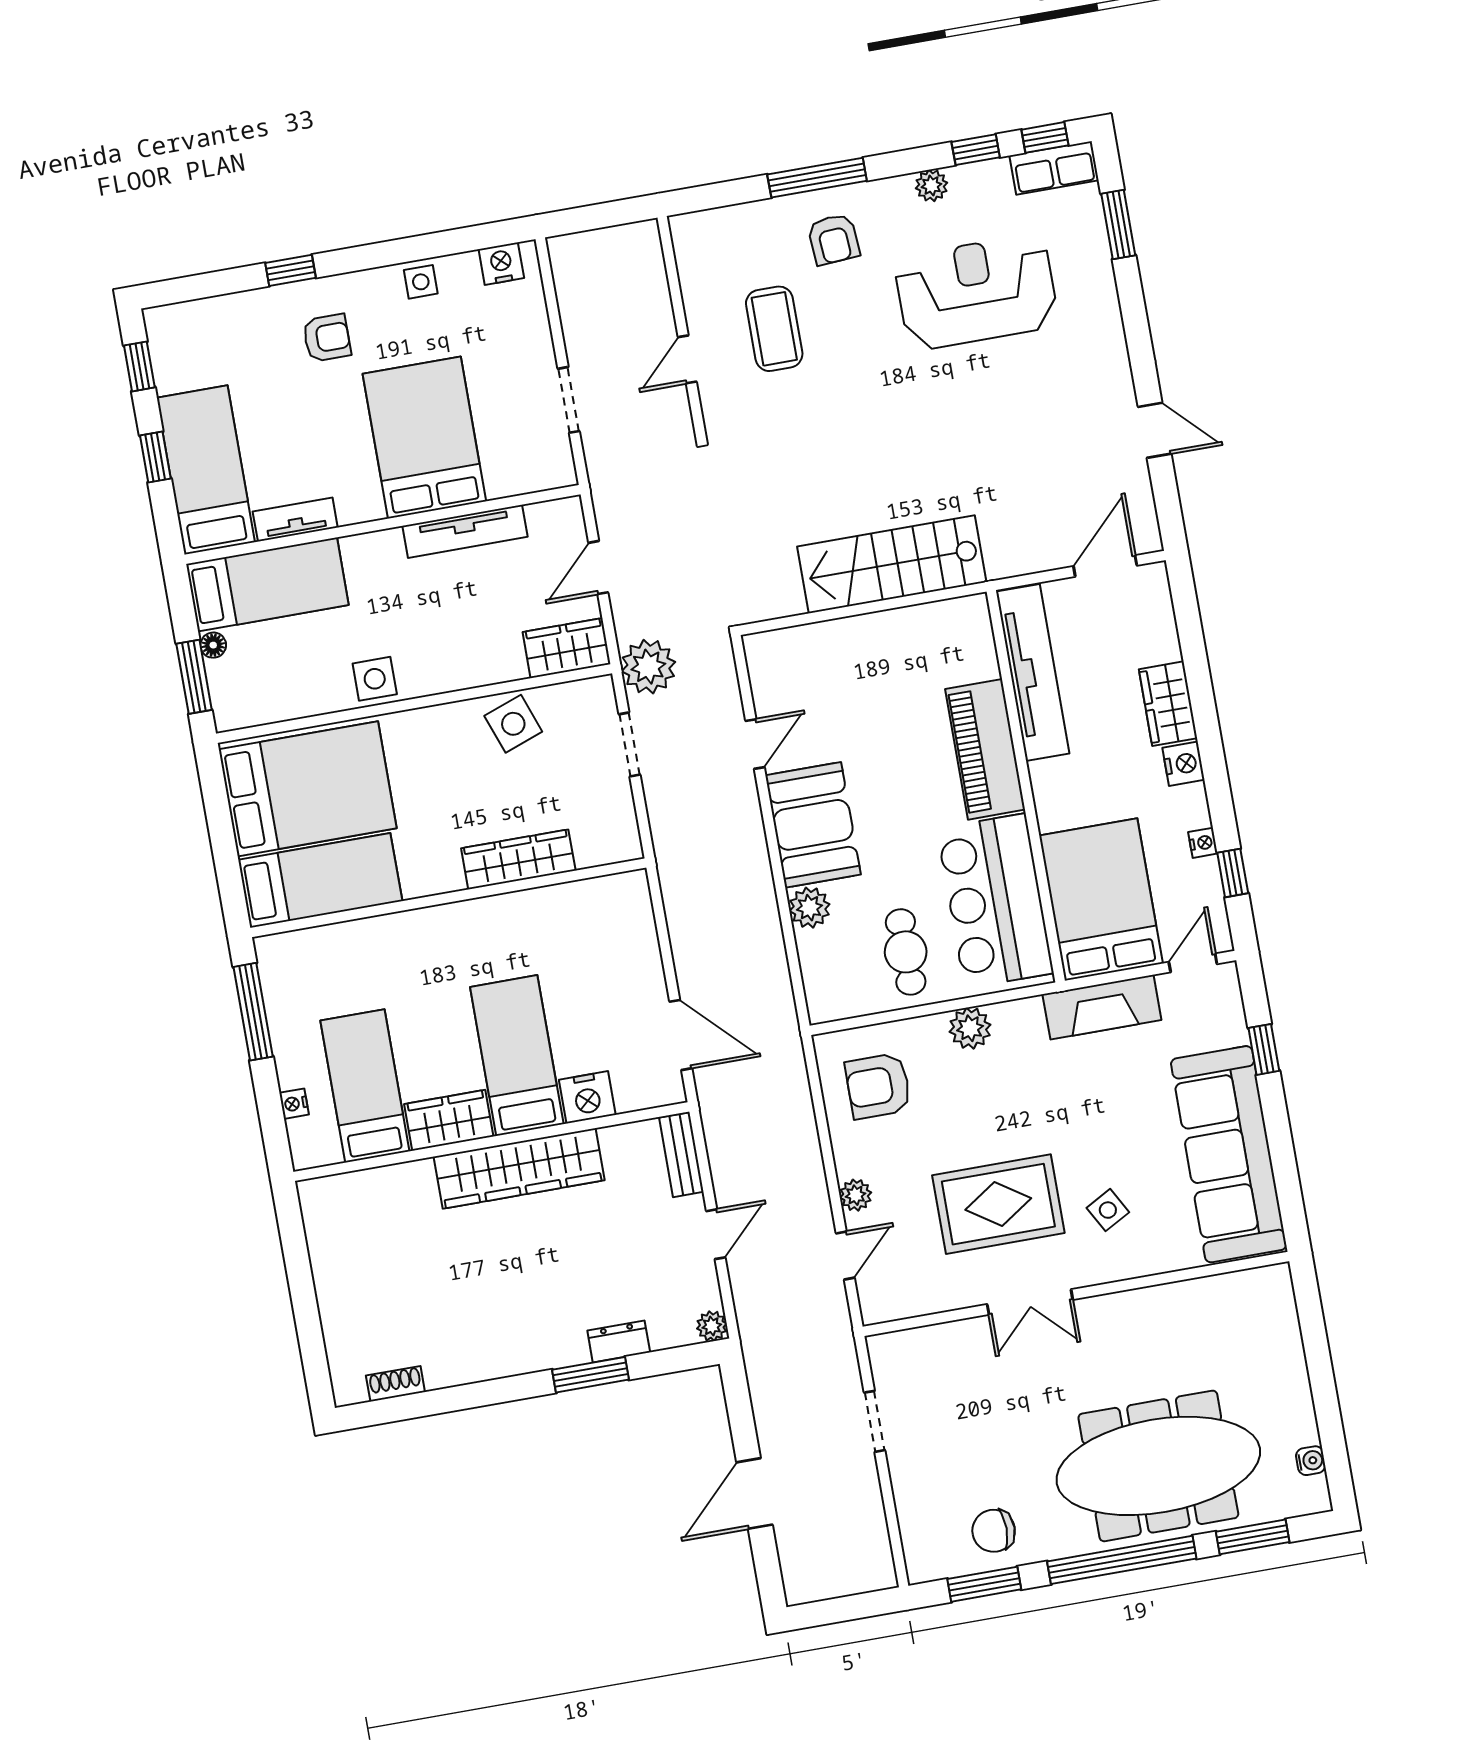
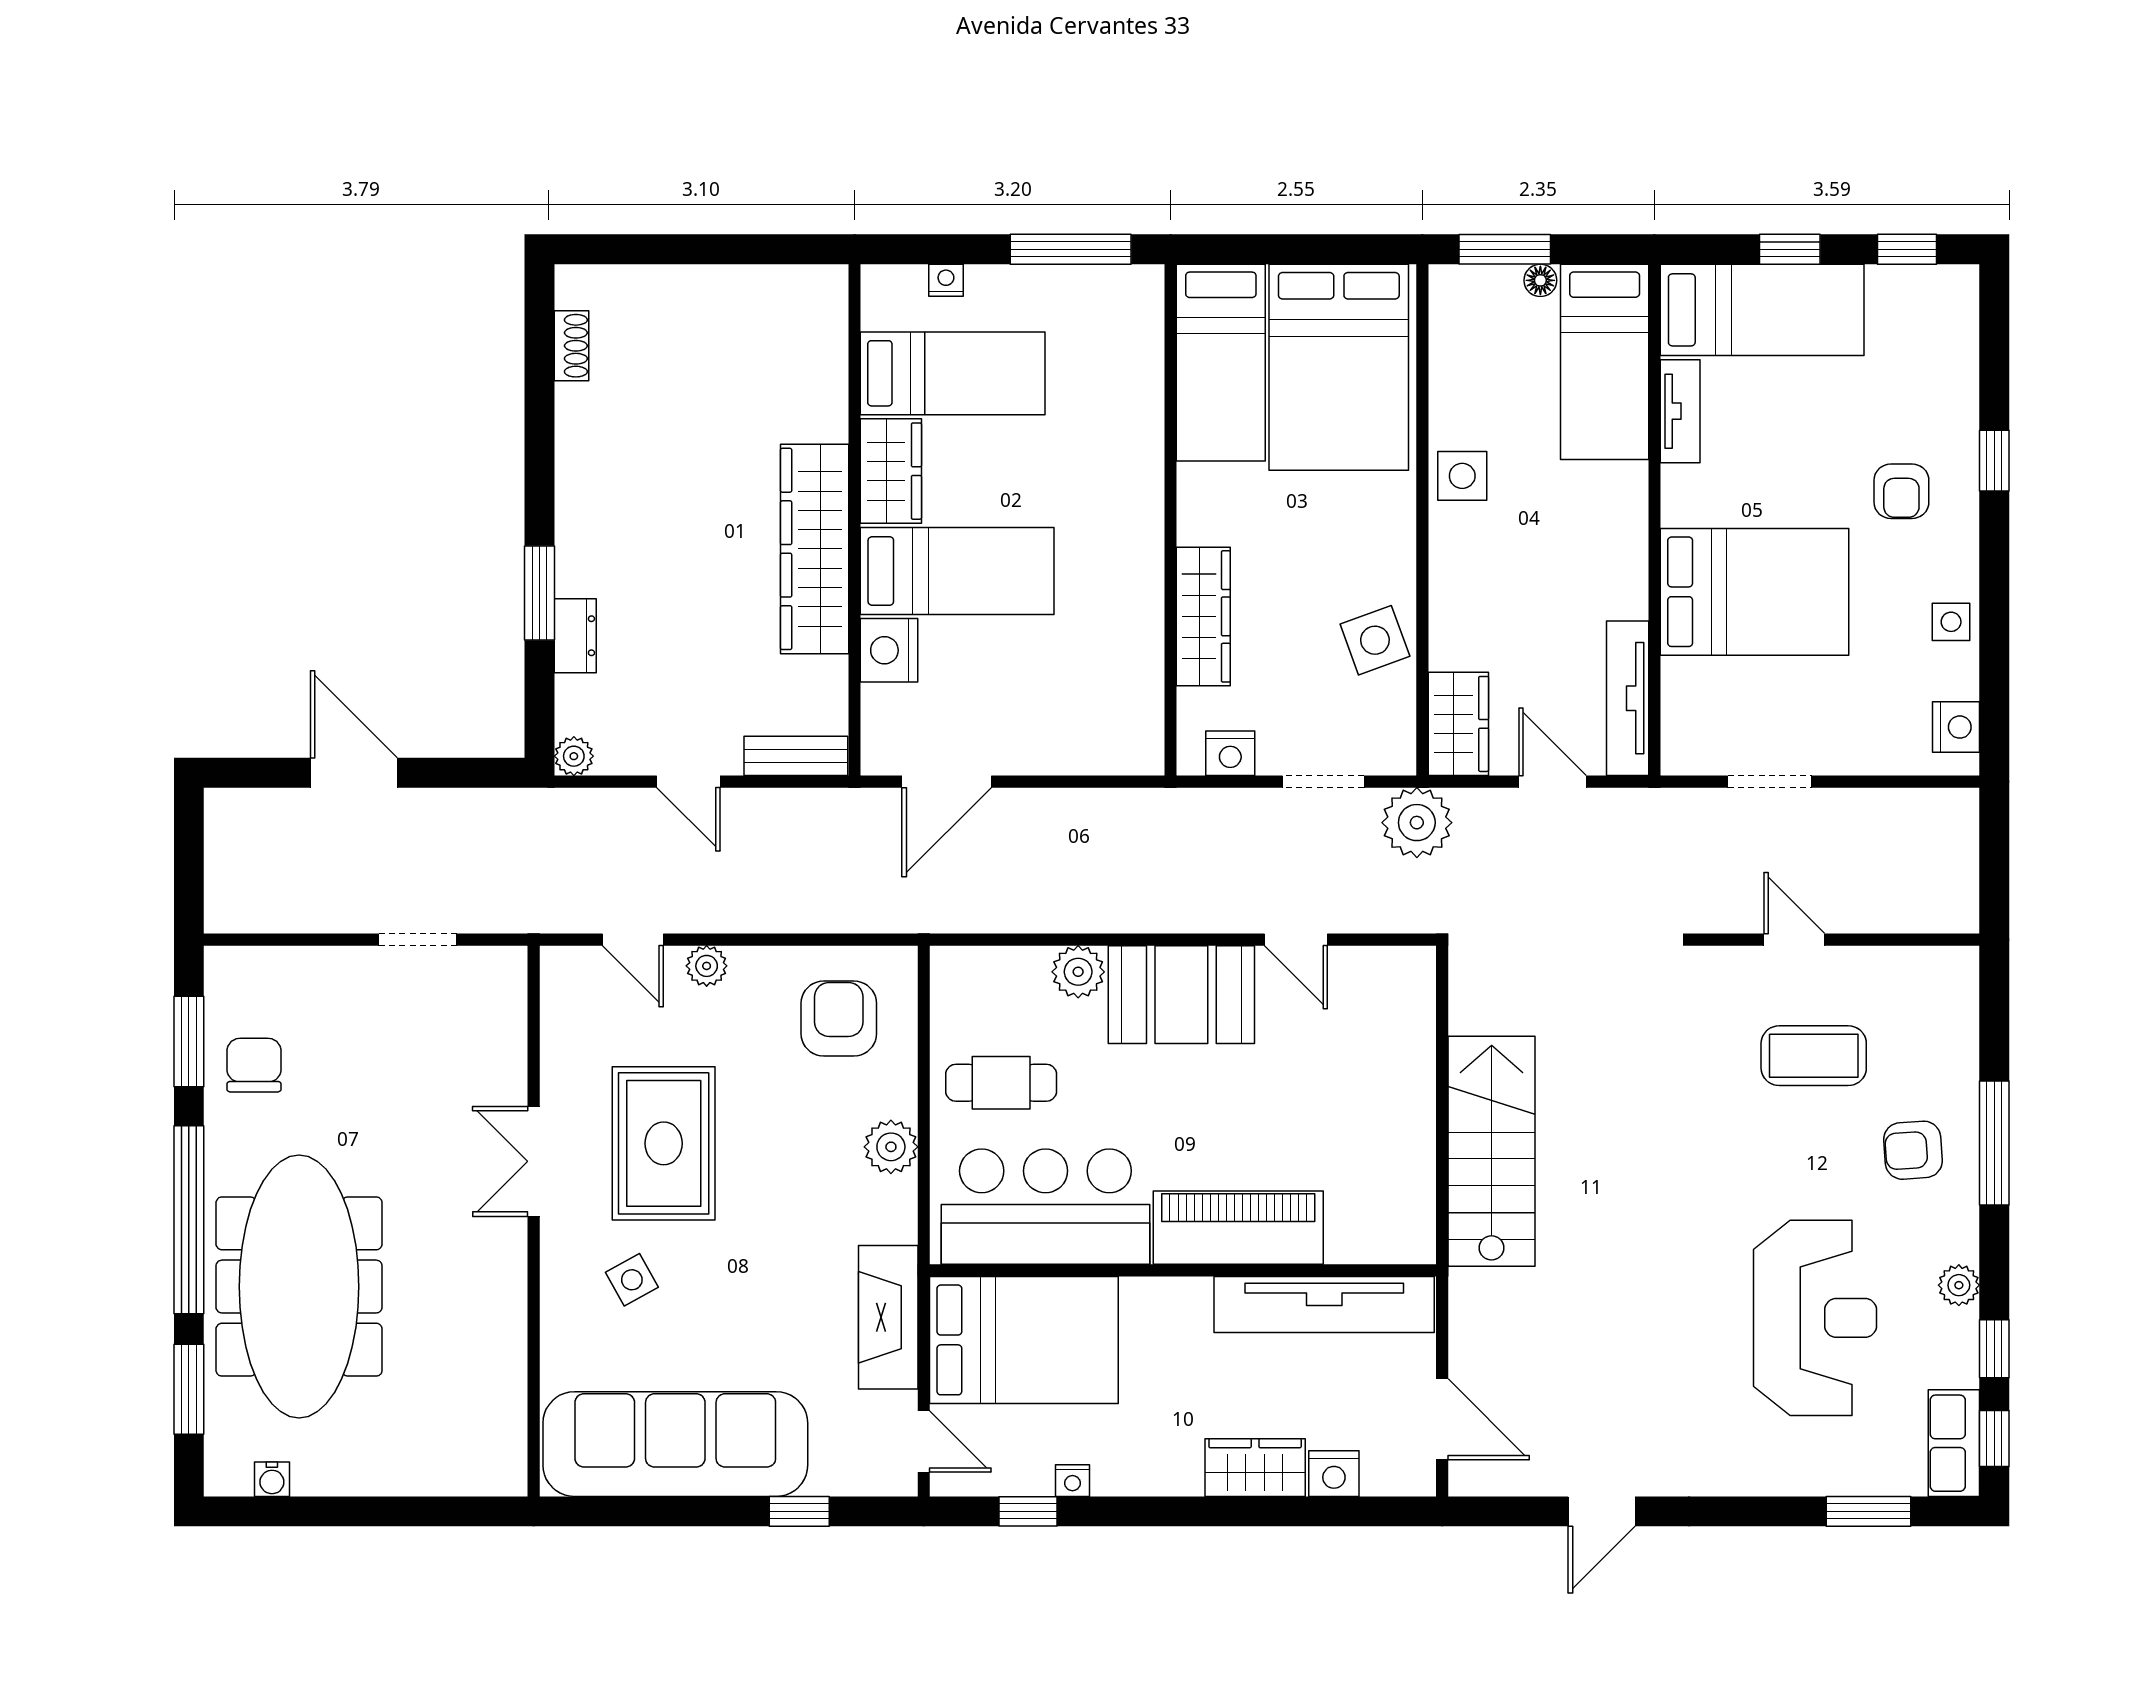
tv unit: (465, 531) -> (1628, 698), moved
nightstand: (1183, 764) -> (1334, 1474), moved
nightstand: (620, 820) -> (1230, 753), added

